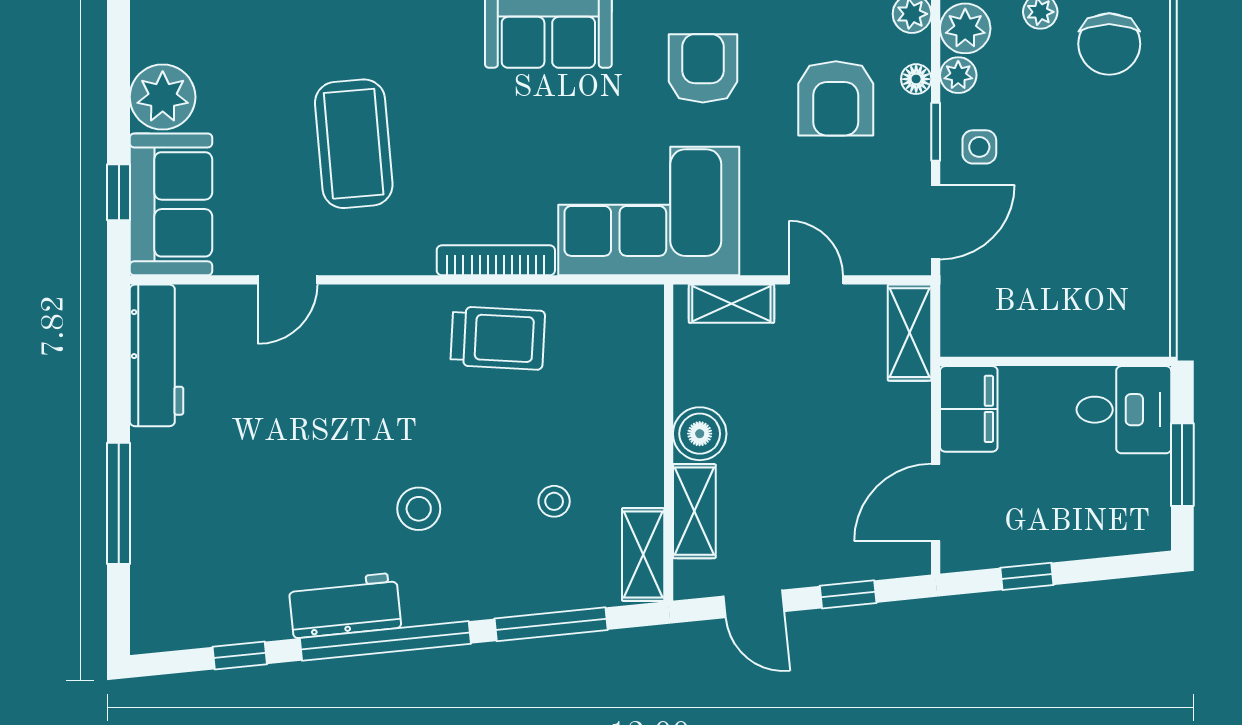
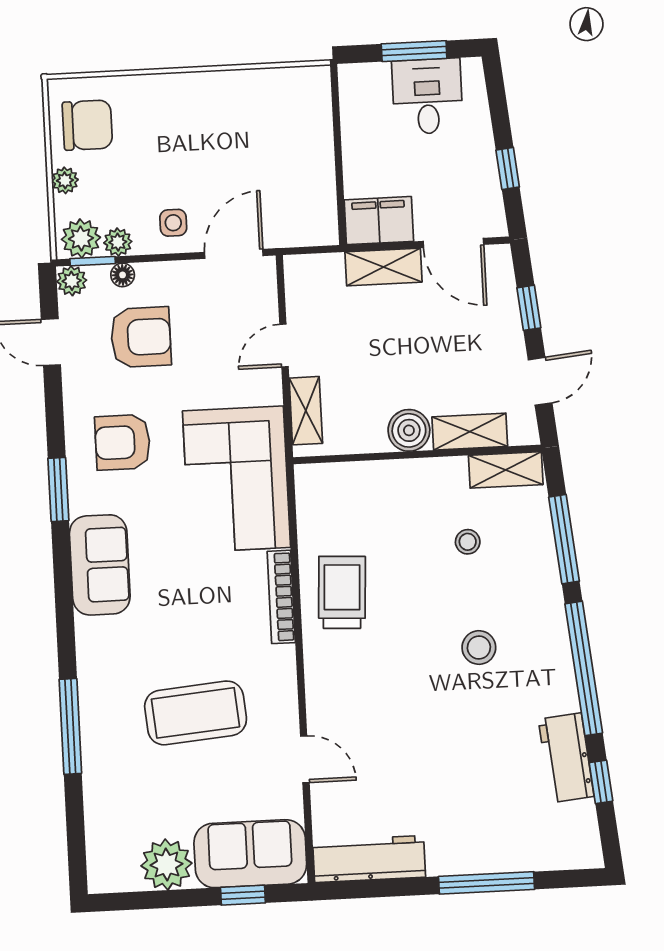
window: (936, 132) -> (93, 261), moved
door: (936, 222) -> (234, 254), hinge flipped
shelving: (909, 333) -> (383, 267), moved
desk: (1124, 410) -> (427, 96), moved
workbench: (345, 605) -> (566, 758), moved

